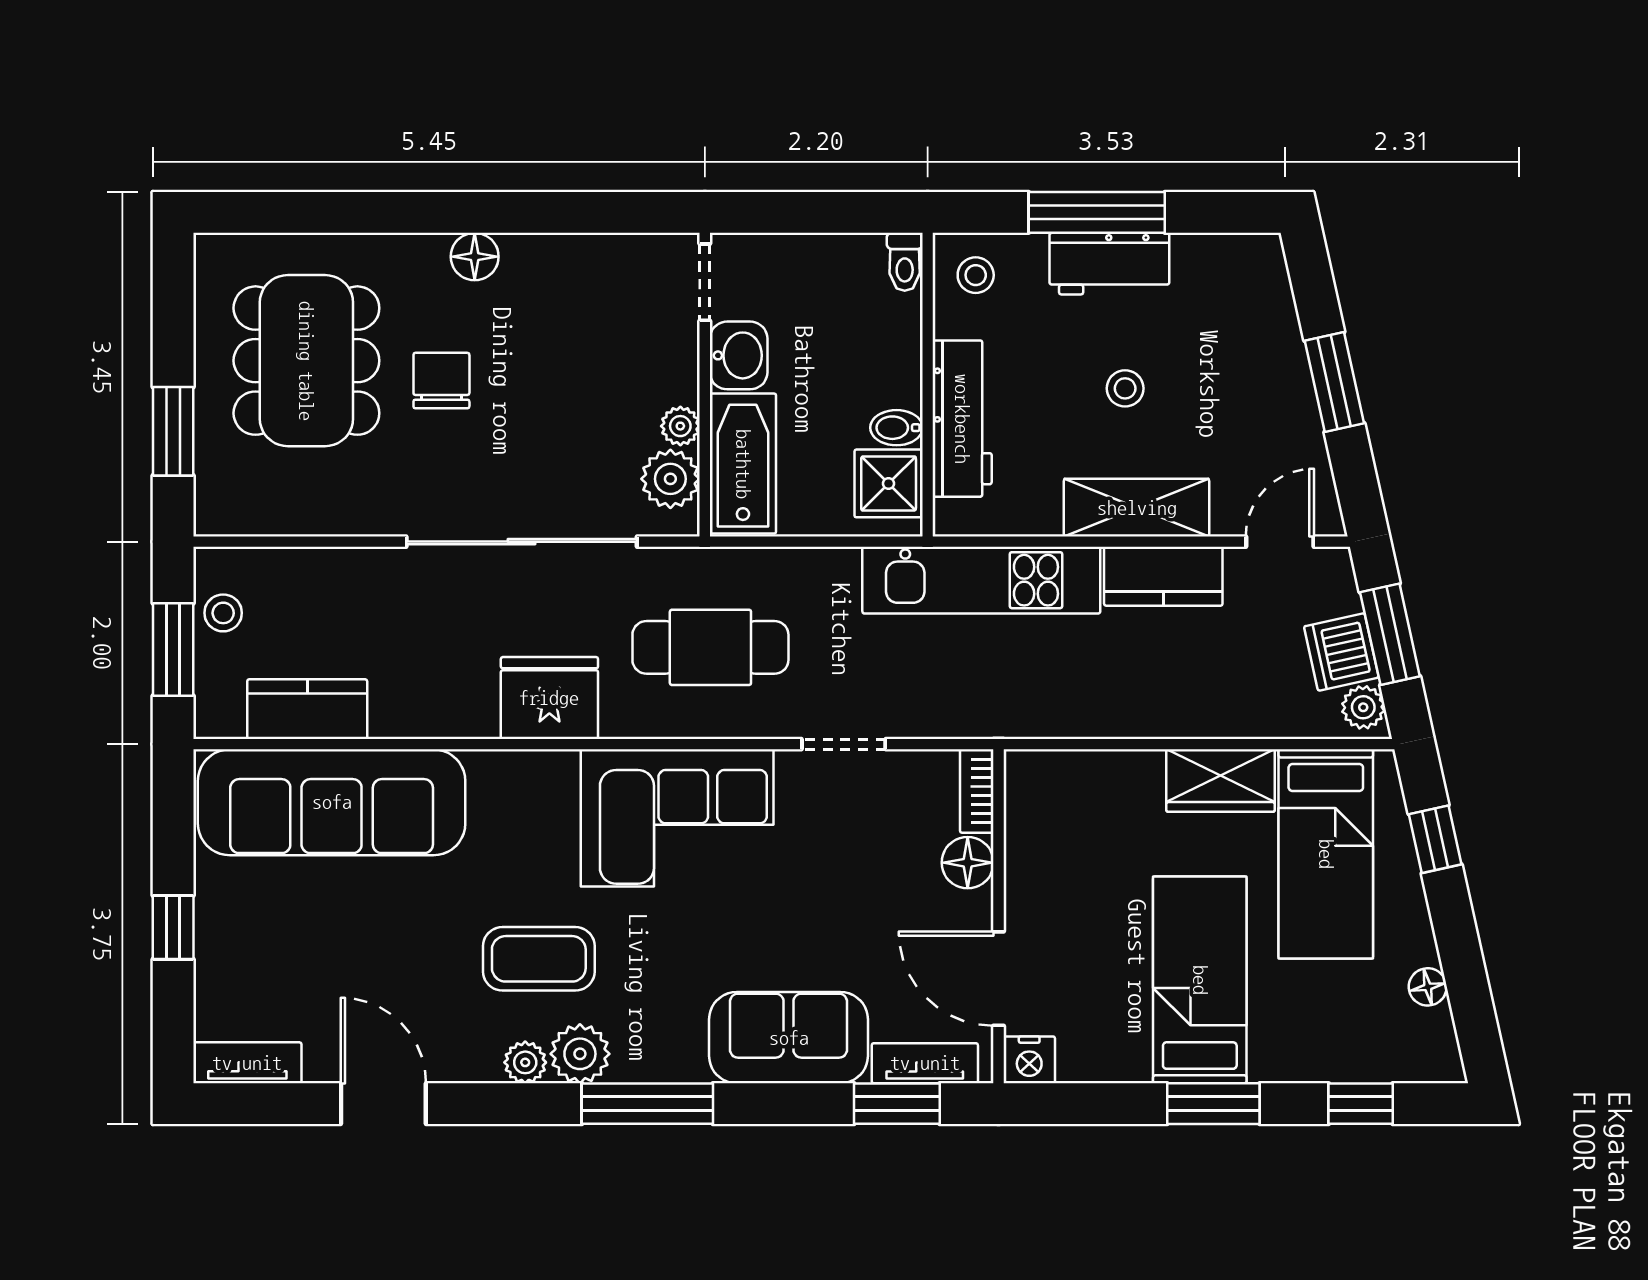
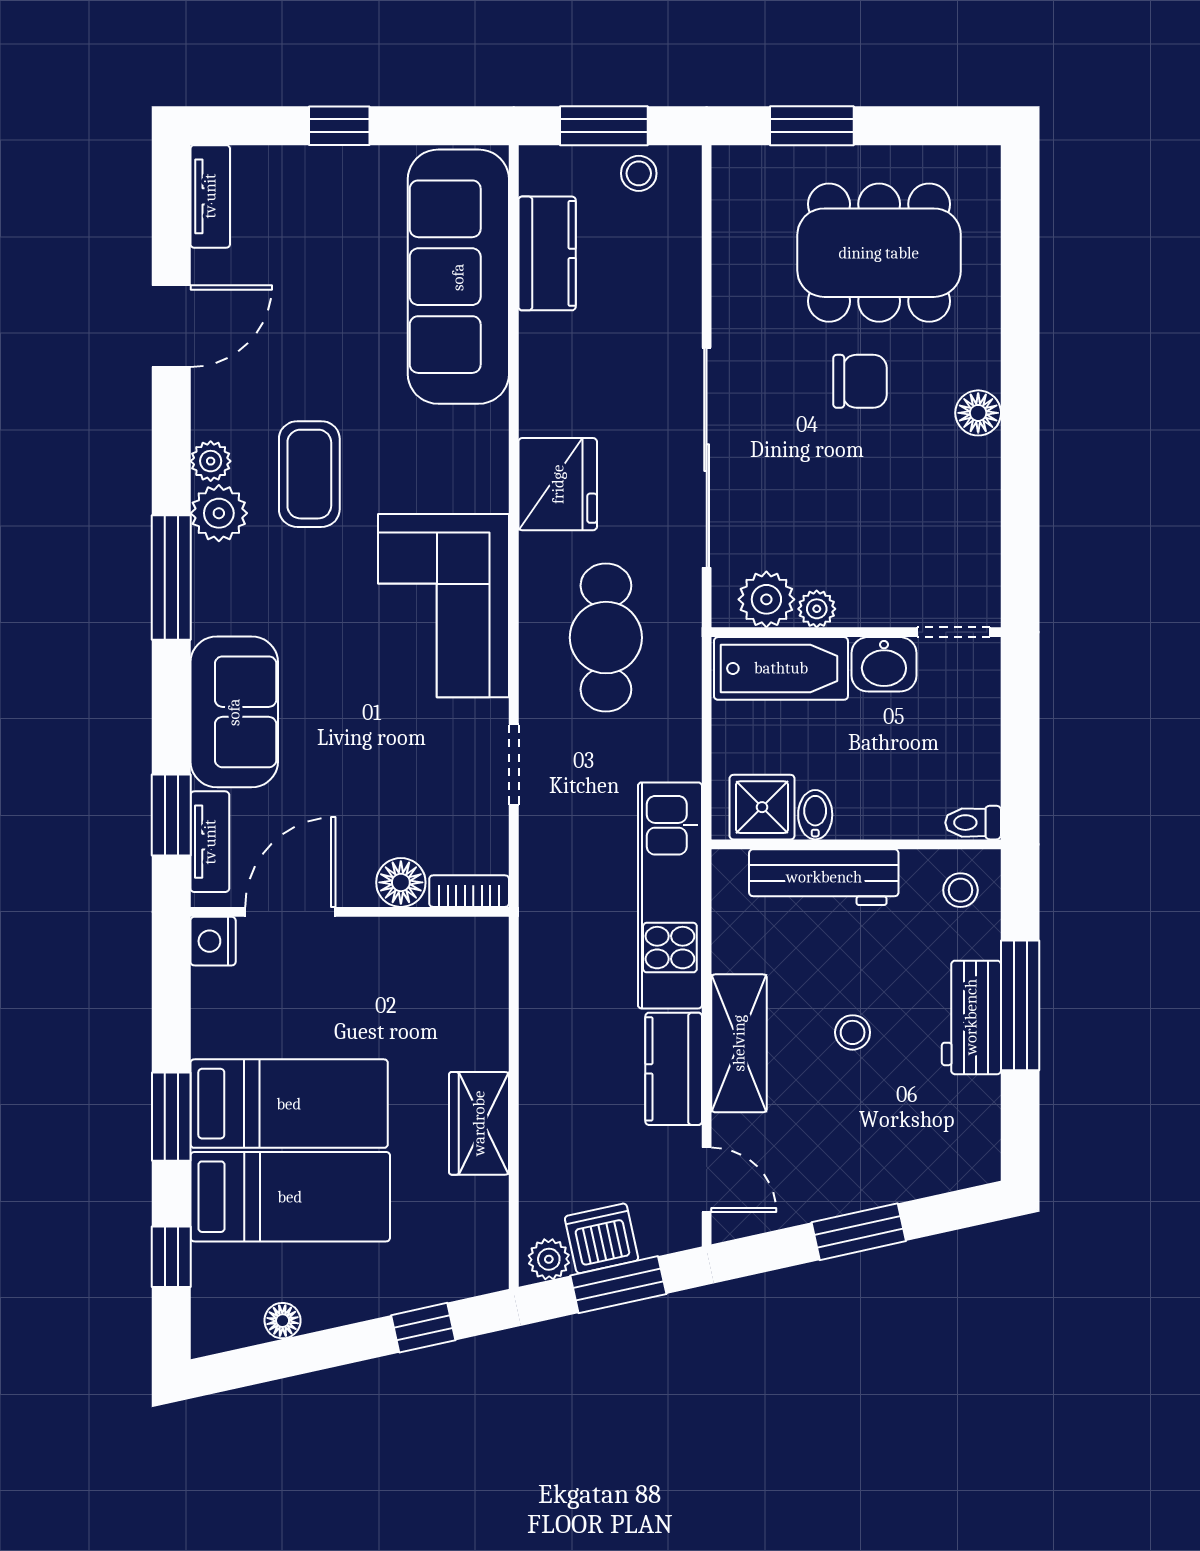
bed: (1326, 854) -> (290, 1197), moved, turned 180

